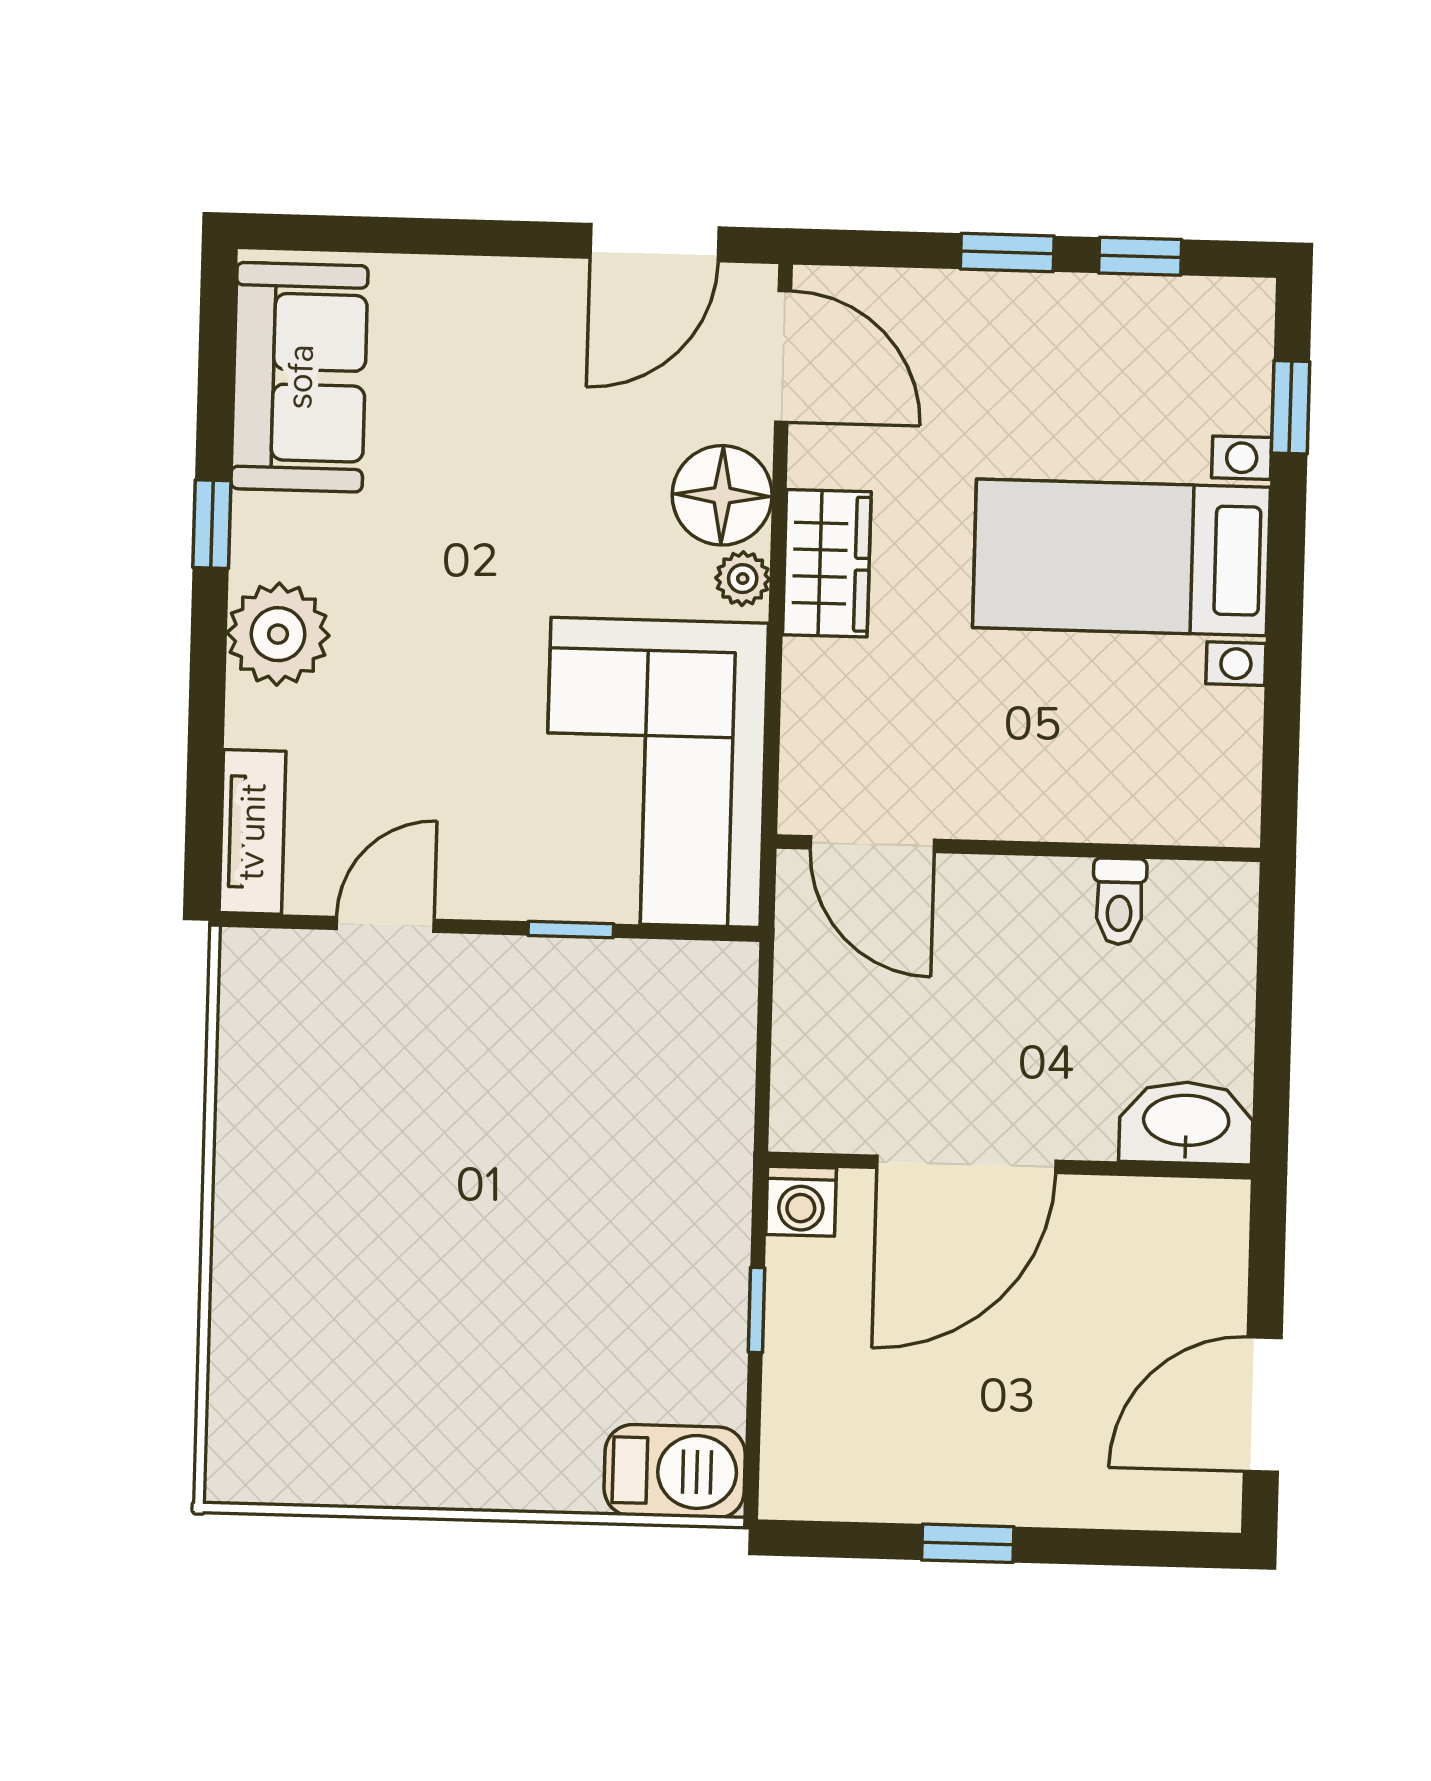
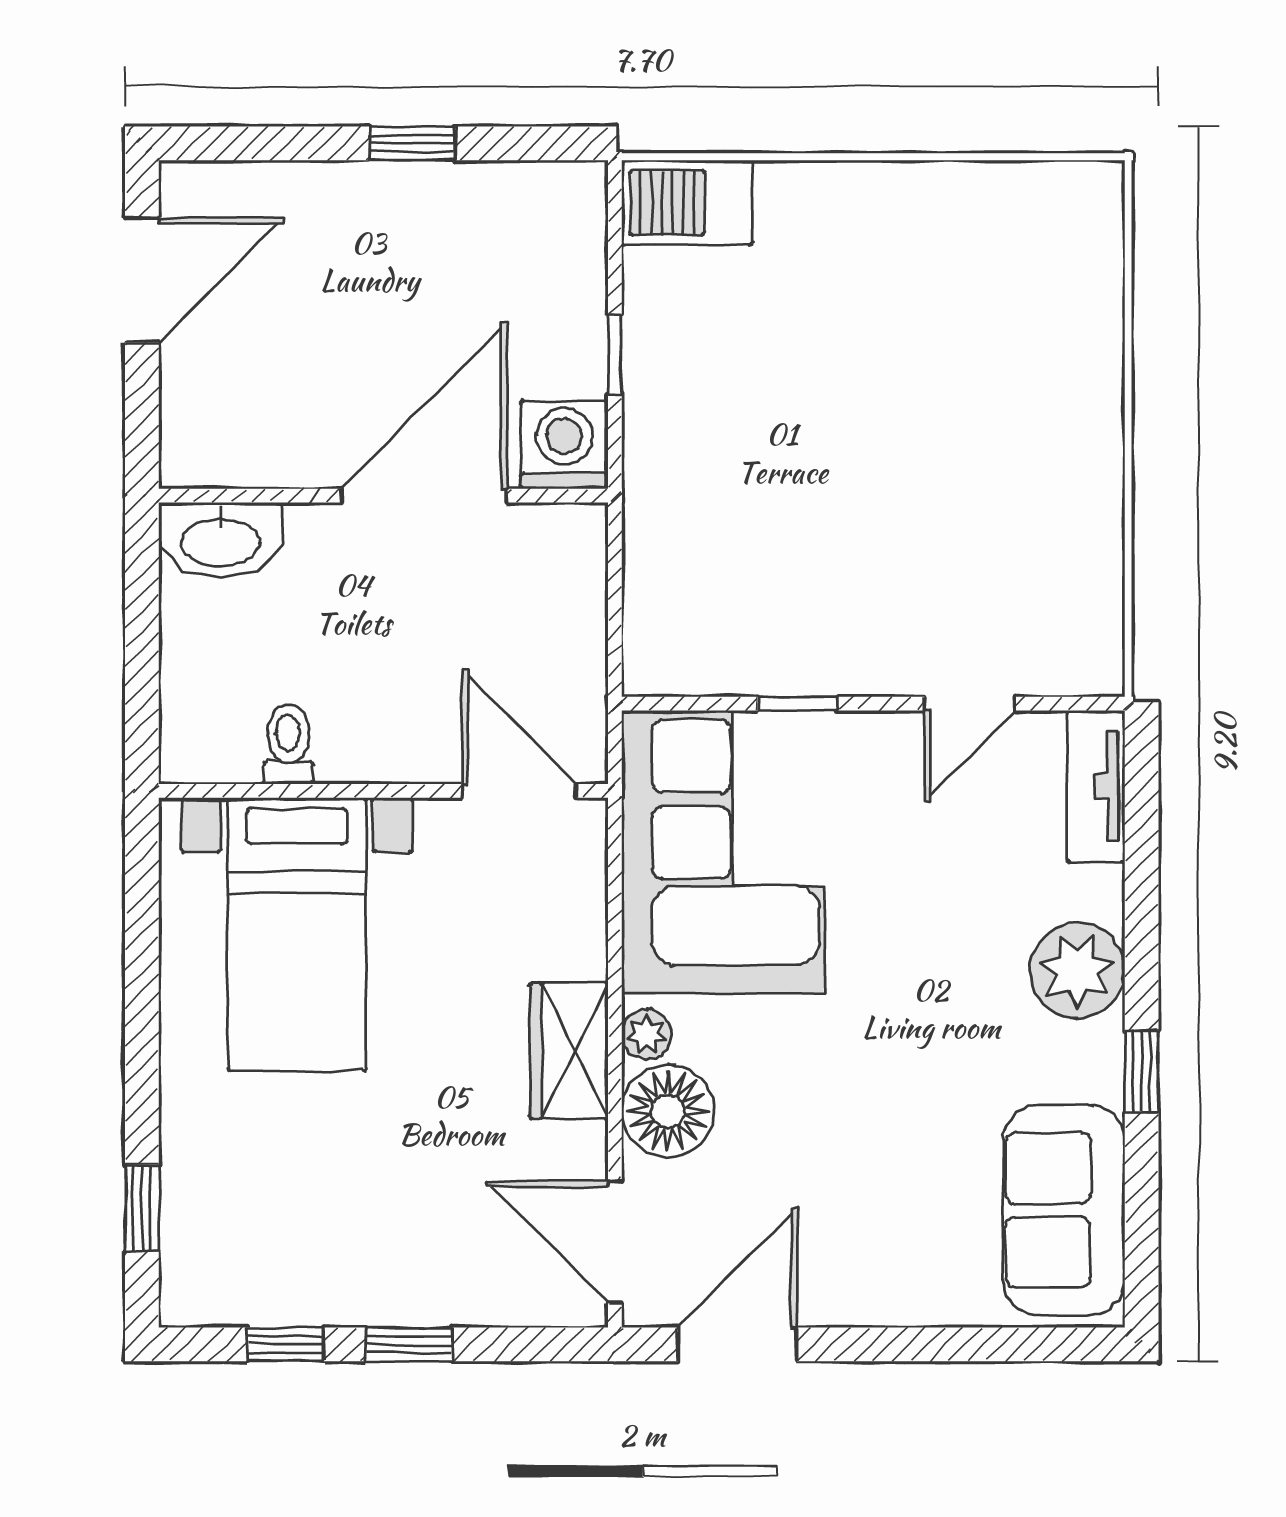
bed with nightstands: (1121, 557) -> (297, 934), moved, turned 90
washing machine: (801, 1201) -> (564, 445), width x1.38, depth x1.38

